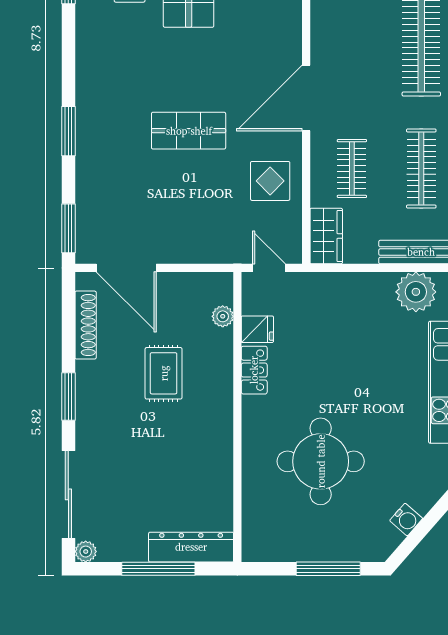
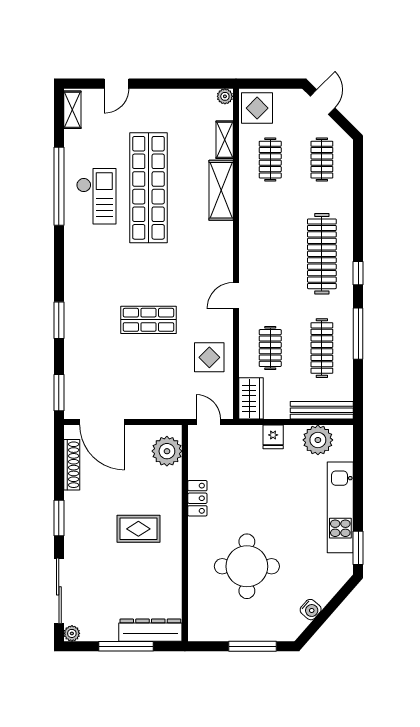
door: (306, 98) -> (236, 296), width x0.53
plant: (223, 316) -> (167, 451), width x1.87, depth x1.87
fridge: (257, 329) -> (273, 437), moved, turned 90
rug: (164, 373) -> (138, 529), moved, turned 90

